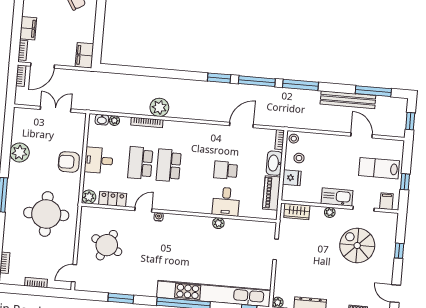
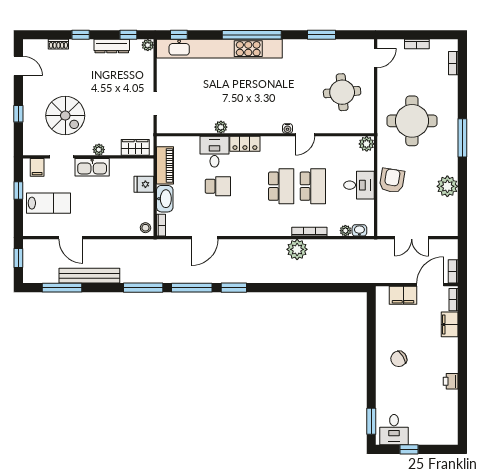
filing cabinet: (84, 55) -> (403, 295), moved, turned 90
stool: (299, 158) -> (138, 207), removed
armchair: (69, 162) -> (392, 181), turned -81
locker: (113, 199) -> (245, 144), moved
round table: (107, 245) -> (342, 92), turned -31

